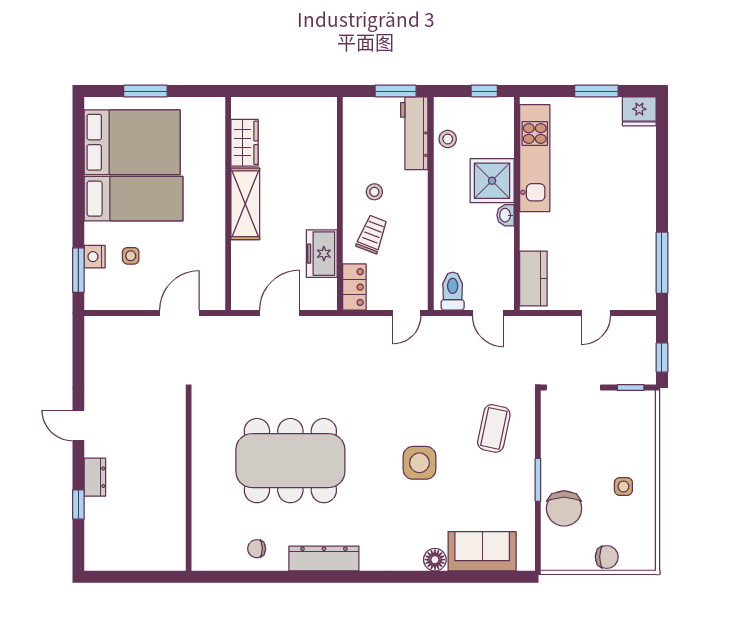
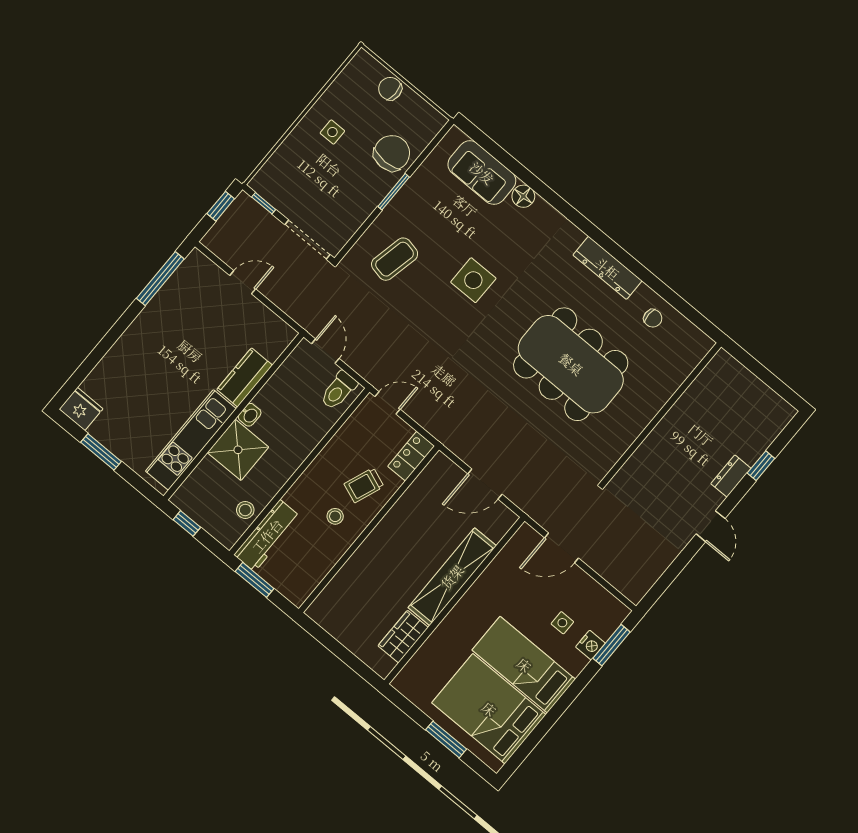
shelving: (245, 204) -> (452, 577), width x1.47
freezer: (322, 254) -> (415, 503), removed
kitchen counter: (533, 278) -> (245, 377), moved

